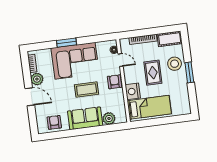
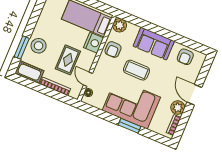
window: (189, 72) -> (22, 48), moved
rug: (153, 73) -> (68, 60), moved
armchair: (115, 82) -> (113, 50), moved
plant: (109, 118) -> (120, 25), moved

